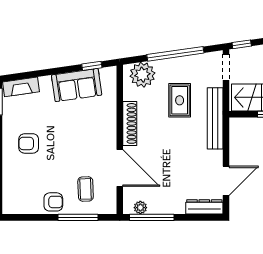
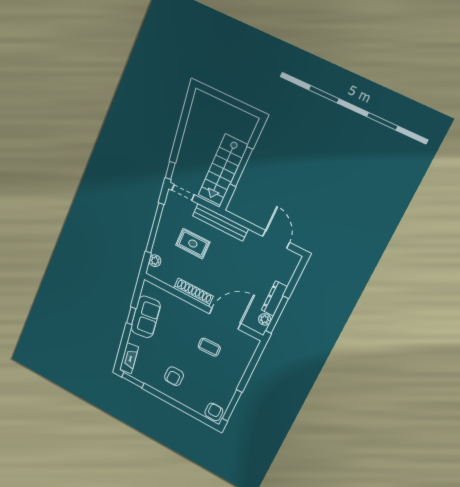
window: (92, 66) -> (131, 316), moved
plant: (142, 75) -> (155, 261), width x0.53, depth x0.53
coffee table: (86, 189) -> (209, 347), moved
armchair: (53, 202) -> (214, 412), moved
dresser: (204, 207) -> (274, 298), moved
window: (78, 217) -> (232, 405), moved

